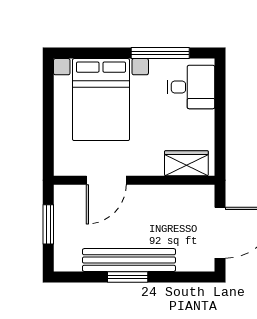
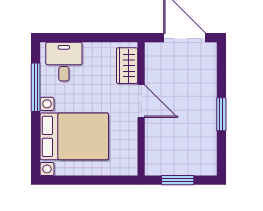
door: (106, 180) -> (141, 101), moved
bench: (129, 260) -> (207, 113), removed

